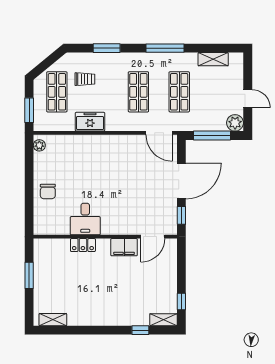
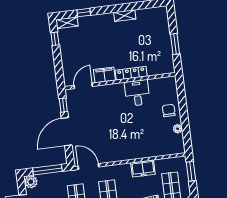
plant: (39, 145) -> (178, 129), moved
locker: (83, 245) -> (131, 73), width x1.53
shelving: (53, 320) -> (125, 16), moved

